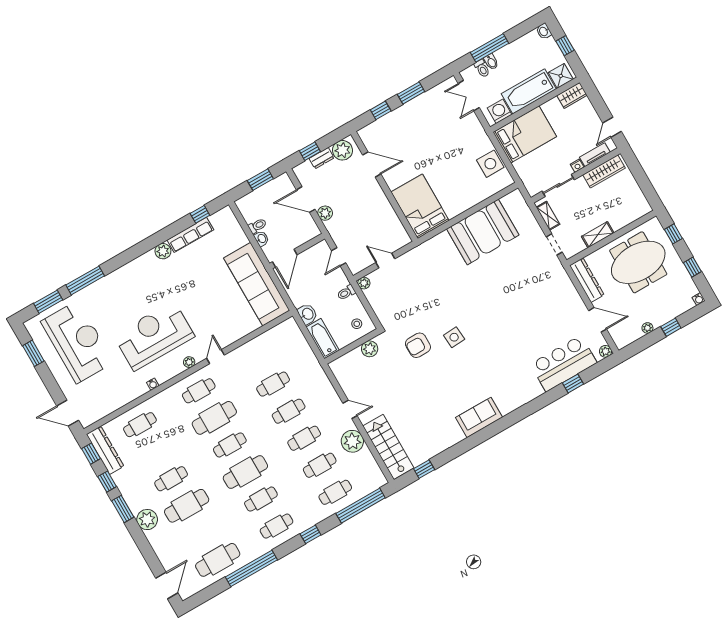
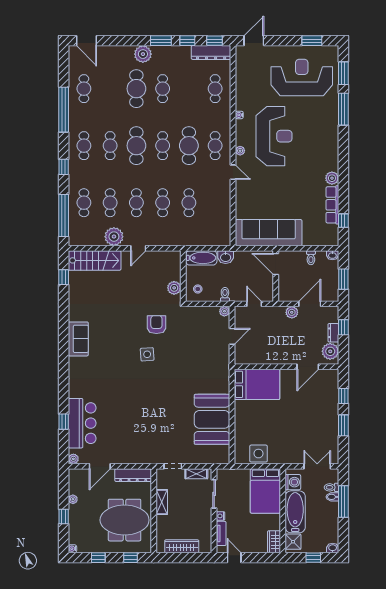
wardrobe: (604, 171) -> (182, 546), moved, turned 90
washbasin: (262, 239) -> (332, 255), moved
meeting table: (638, 262) -> (125, 520), turned 90
reception desk: (77, 342) -> (302, 78), turned 180
cafe table: (218, 560) -> (84, 89), width x0.73, depth x0.74

